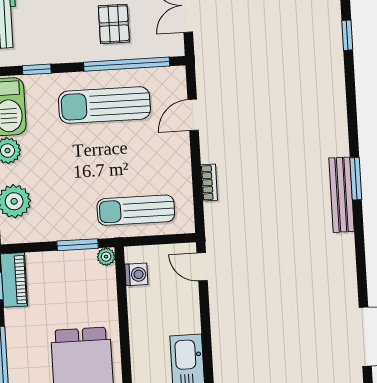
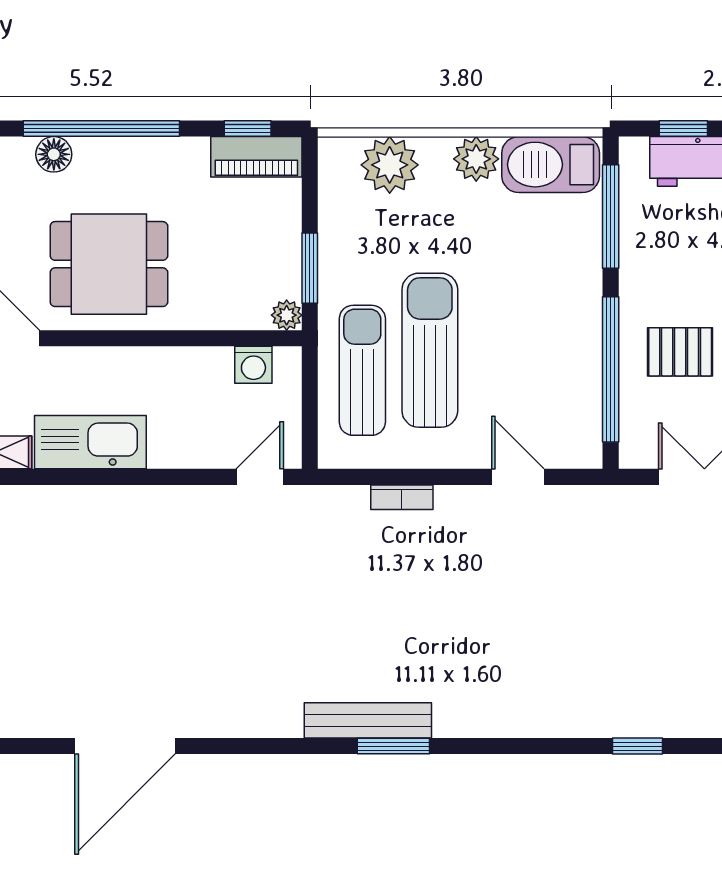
window: (37, 69) -> (611, 217), width x2.17
sun lounger: (104, 105) -> (430, 350), moved

